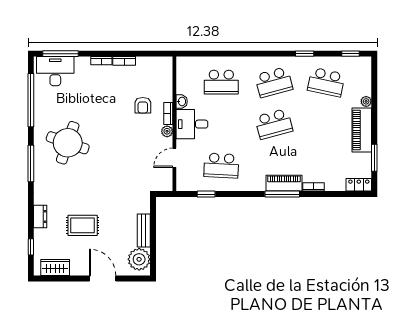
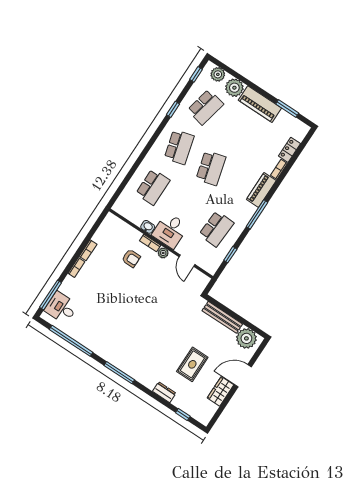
desk: (55, 71) -> (61, 308), width x0.73
plant: (364, 74) -> (218, 74), added
plant: (366, 101) -> (234, 88), width x1.88, depth x1.88
round table: (68, 143) -> (122, 334), removed
locker: (359, 185) -> (289, 150), moved
window: (282, 194) -> (257, 214), moved
bench: (144, 230) -> (222, 317), width x1.36
wardrobe: (55, 267) -> (220, 391), moved

